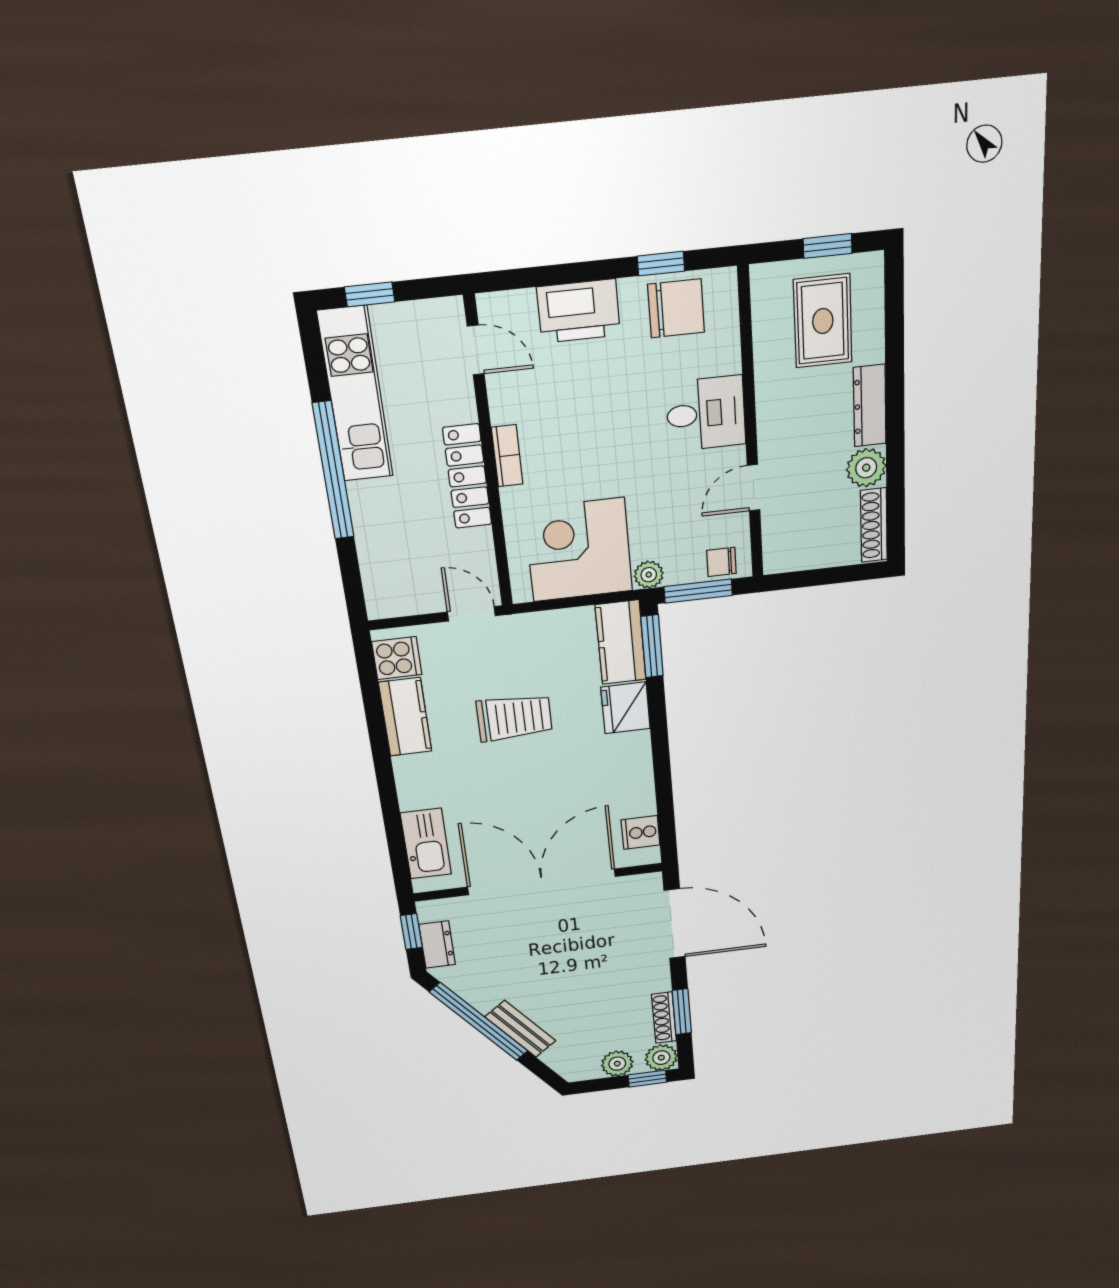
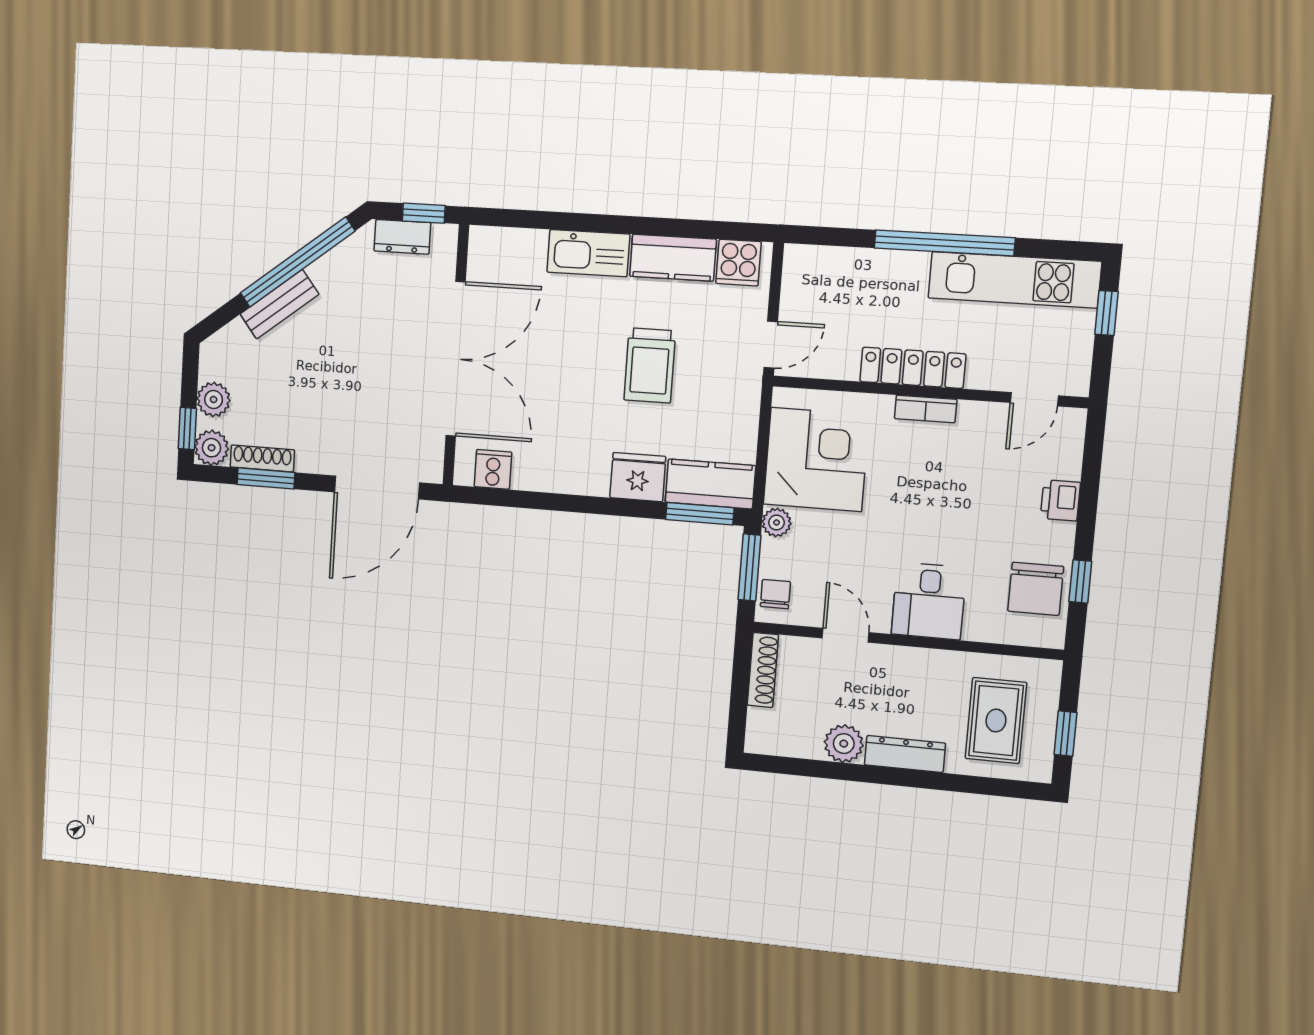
printer: (579, 311) -> (1060, 500), width x0.53, depth x0.68
rug: (823, 321) -> (996, 721), turned 90
shoe rack: (874, 525) -> (763, 670), moved, turned 90
kitchen sink: (426, 844) -> (588, 253), moved

